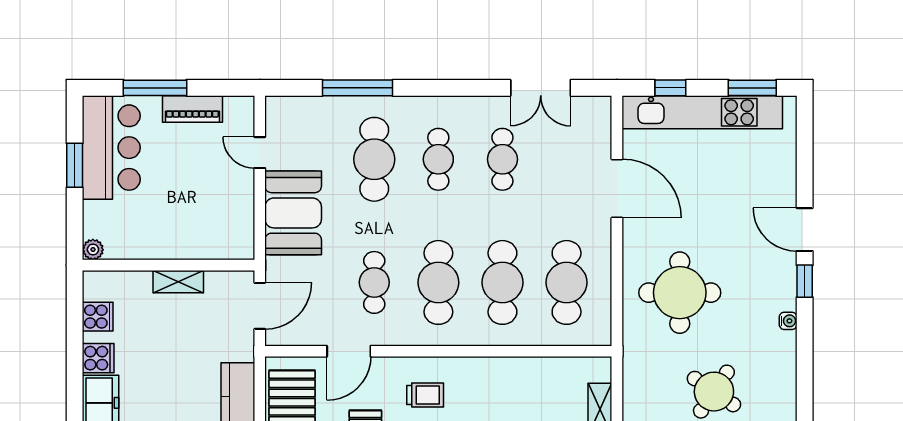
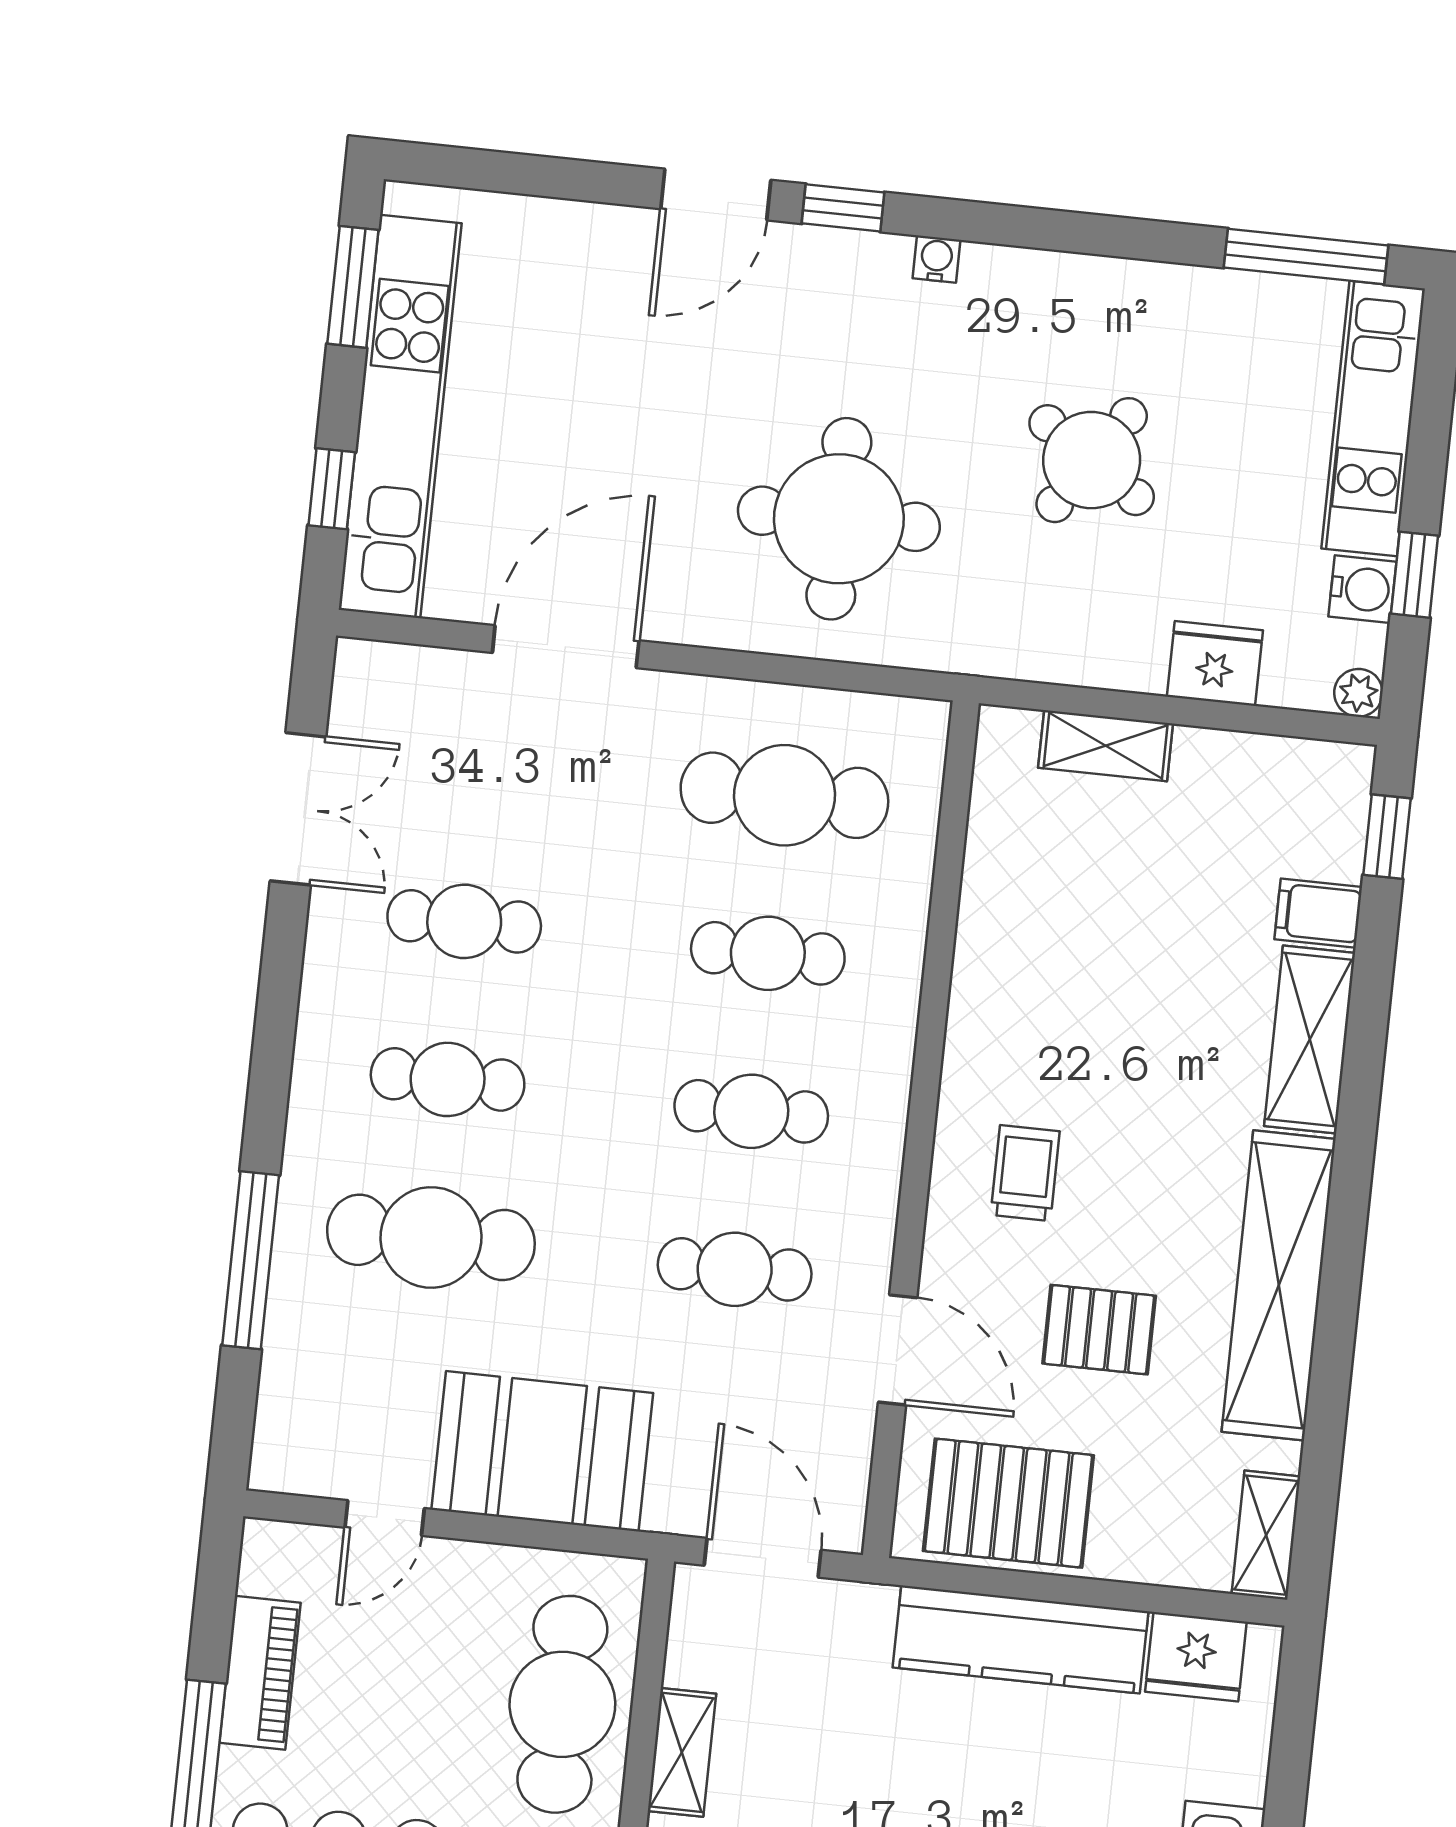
cafe table: (192, 232) -> (562, 1704), added
cafe table: (438, 282) -> (751, 1111), width x0.73, depth x0.74
cafe table: (502, 282) -> (768, 953), width x0.73, depth x0.74

